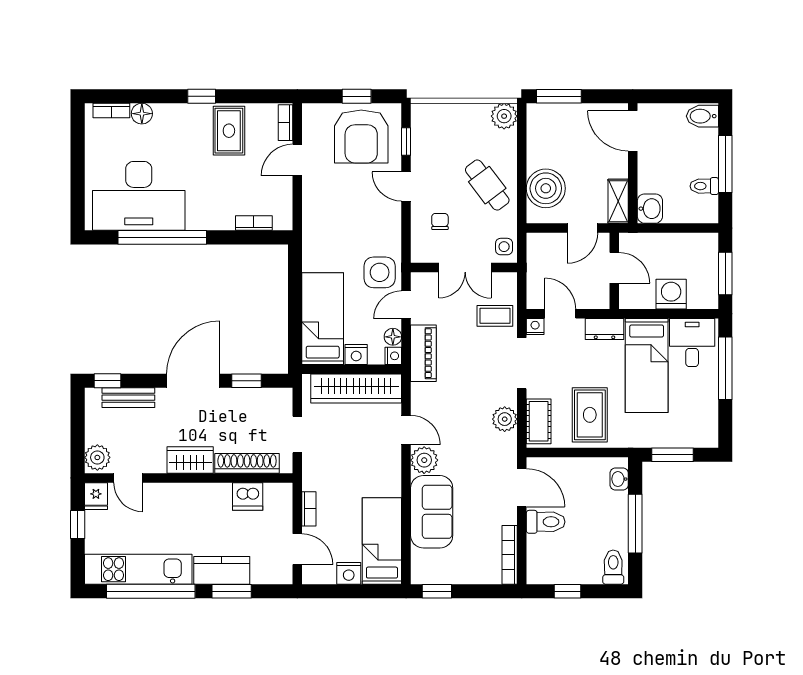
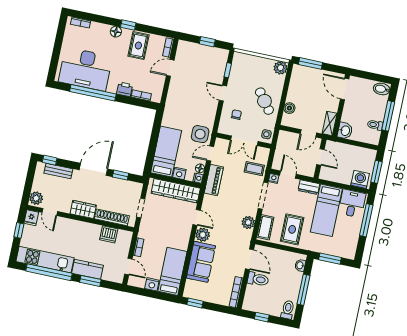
floor lamp: (142, 114) -> (116, 32), moved
armchair: (361, 136) -> (205, 63), removed
boiler: (546, 188) -> (289, 108), width x0.54, depth x0.54
printer: (220, 218) -> (125, 89), added
washing machine: (671, 294) -> (360, 179), moved

